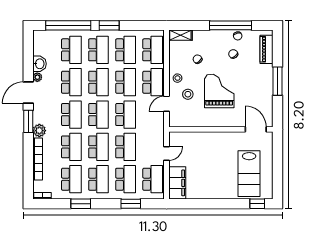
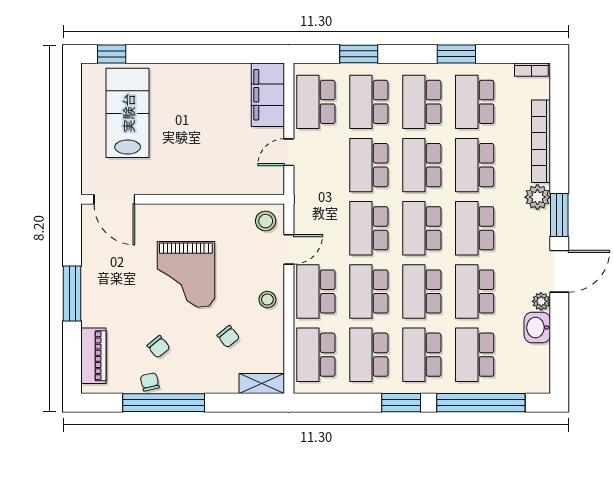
stool: (188, 94) -> (266, 221), moved

